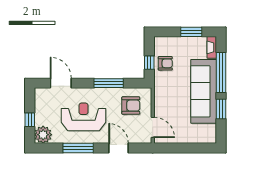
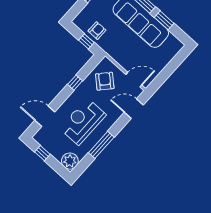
window: (109, 83) -> (75, 83), width x0.46
armchair: (131, 106) -> (105, 81), turned -48
window: (30, 120) -> (42, 153), moved
door: (119, 148) -> (134, 109), moved

